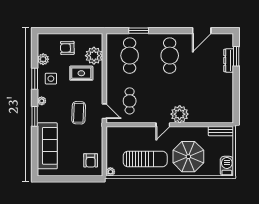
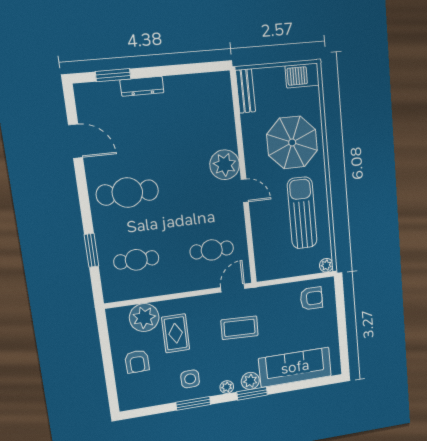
cafe table: (130, 56) -> (136, 260), width x0.73, depth x0.74
plant: (43, 59) -> (250, 381), moved
dresser: (229, 60) -> (142, 86), moved

